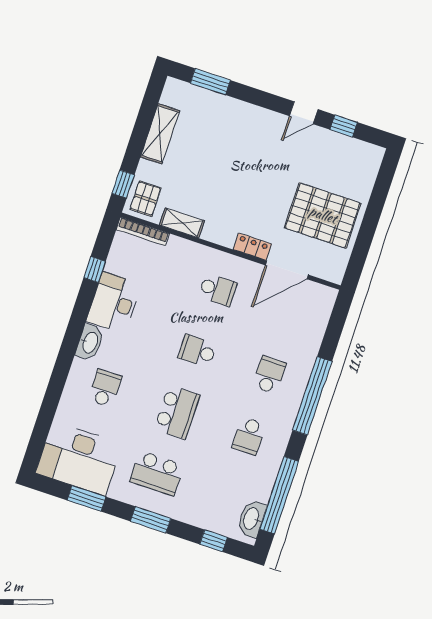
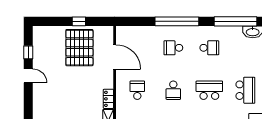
window: (368, 229) -> (79, 21), added
locker: (252, 247) -> (108, 99), moved

